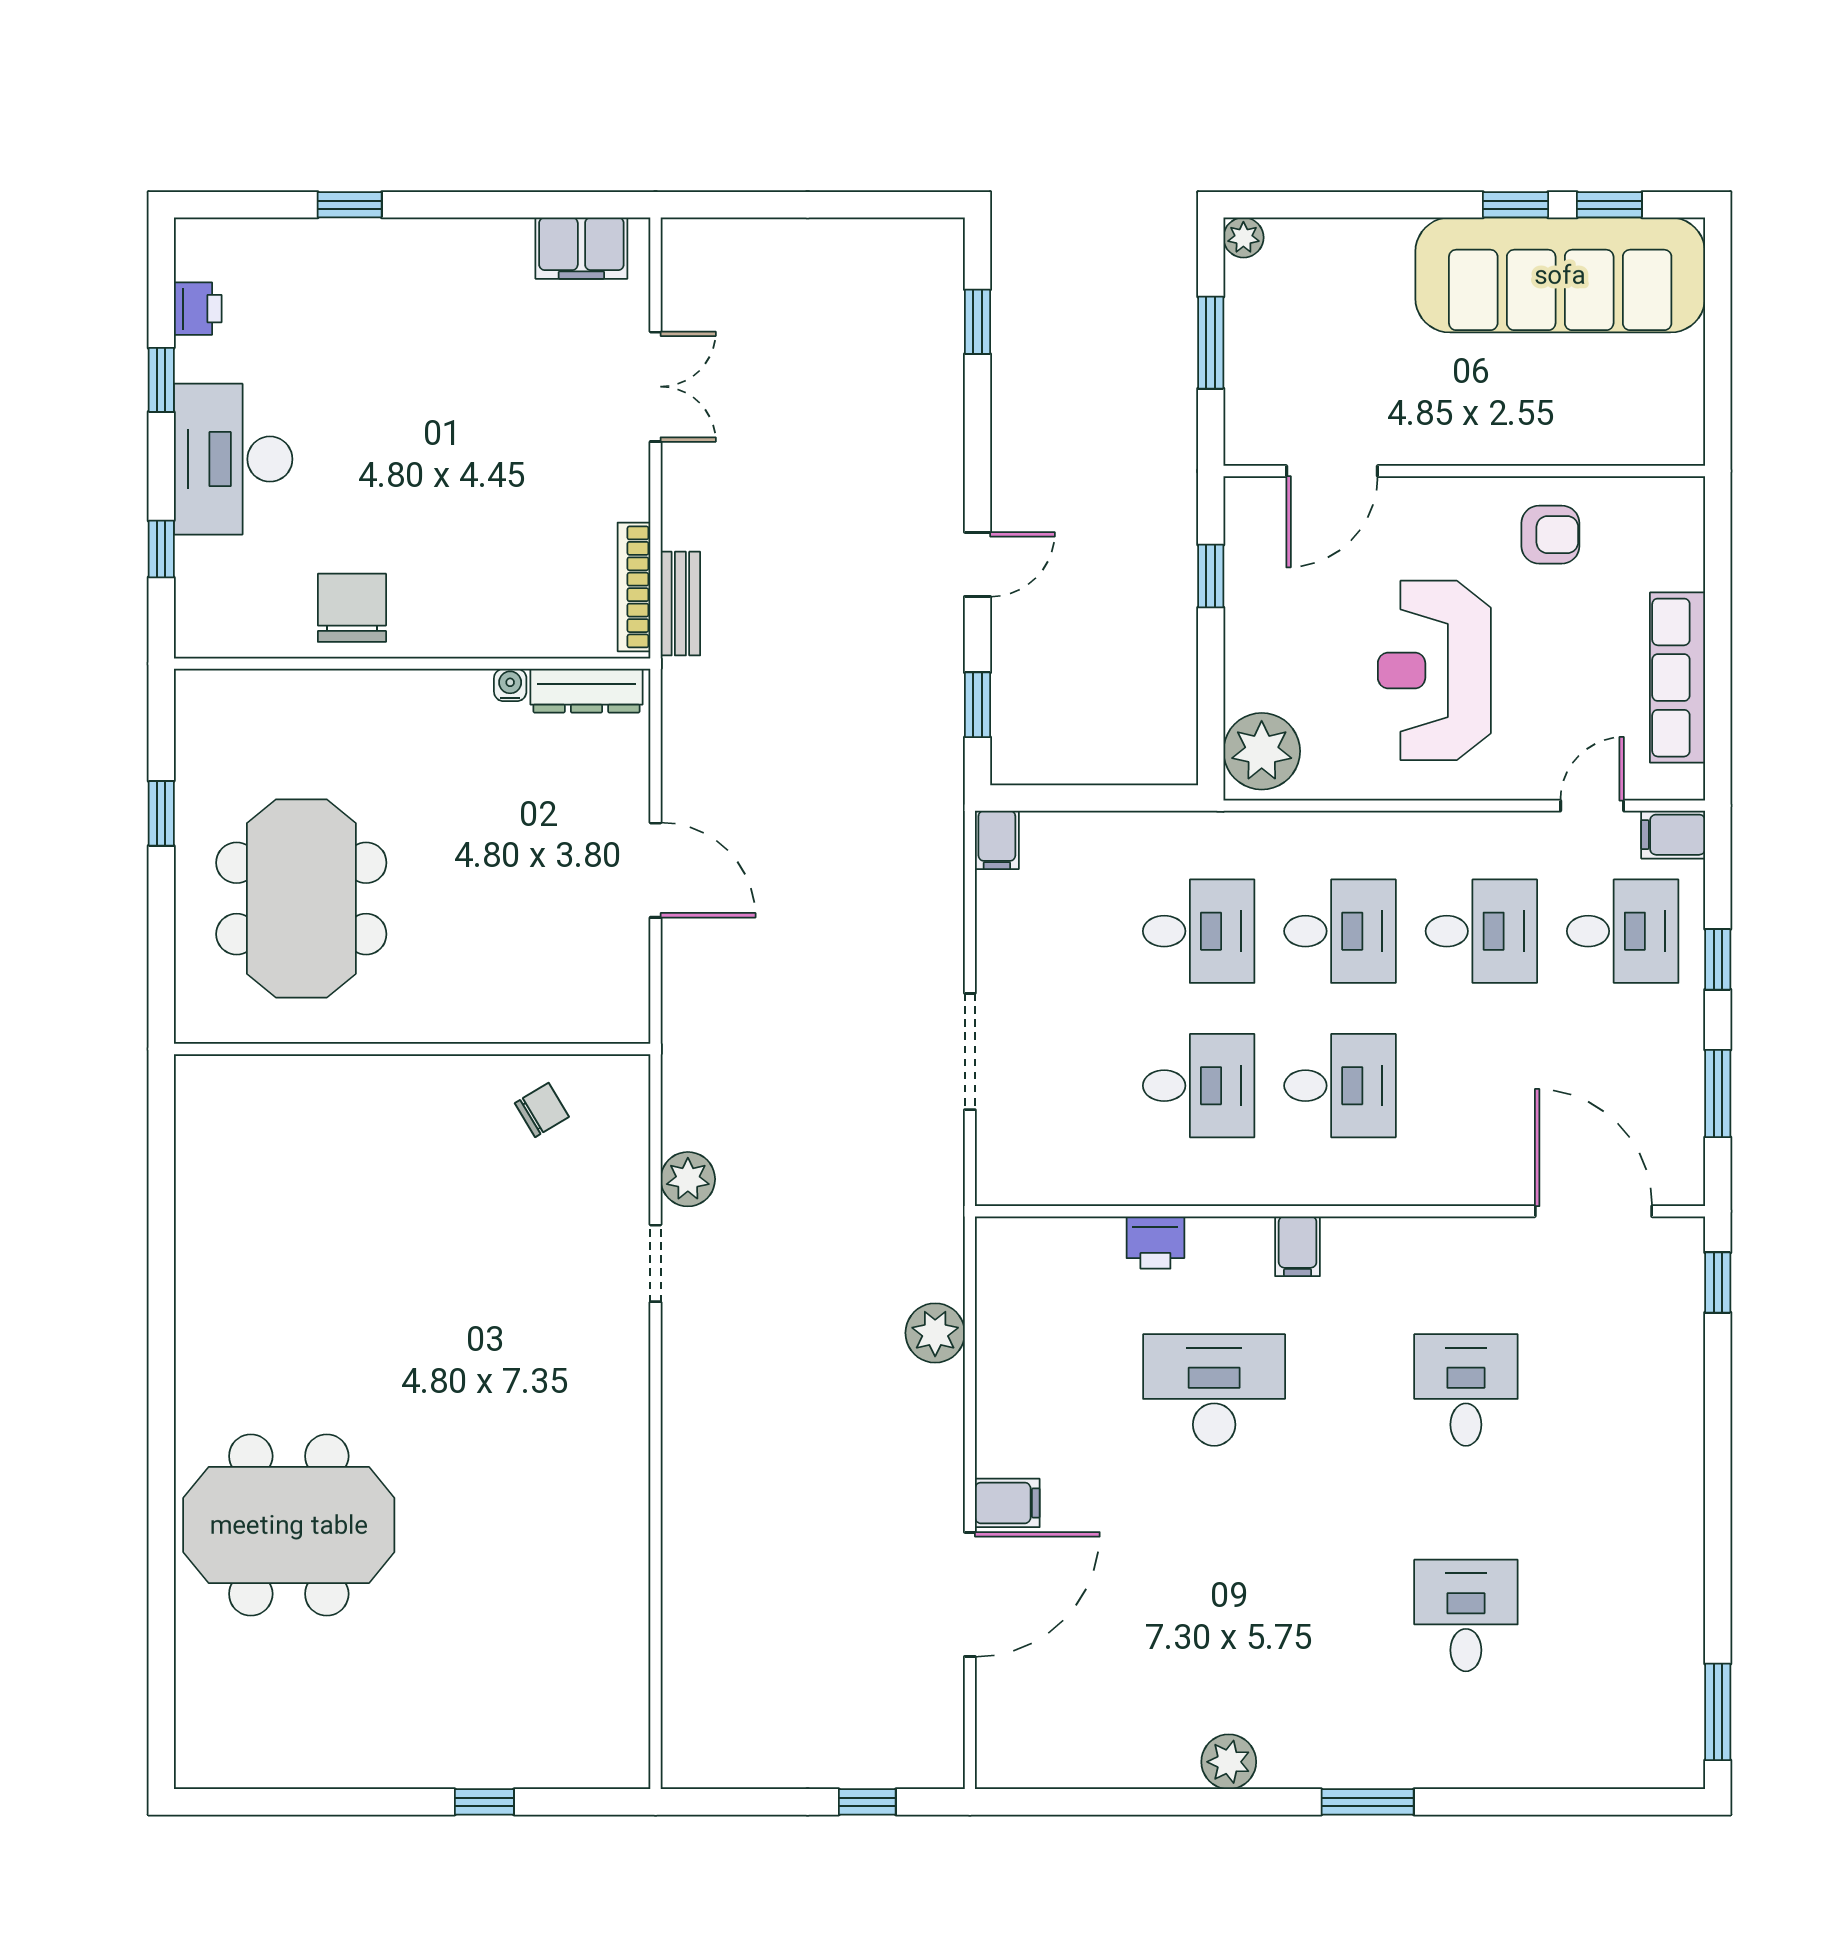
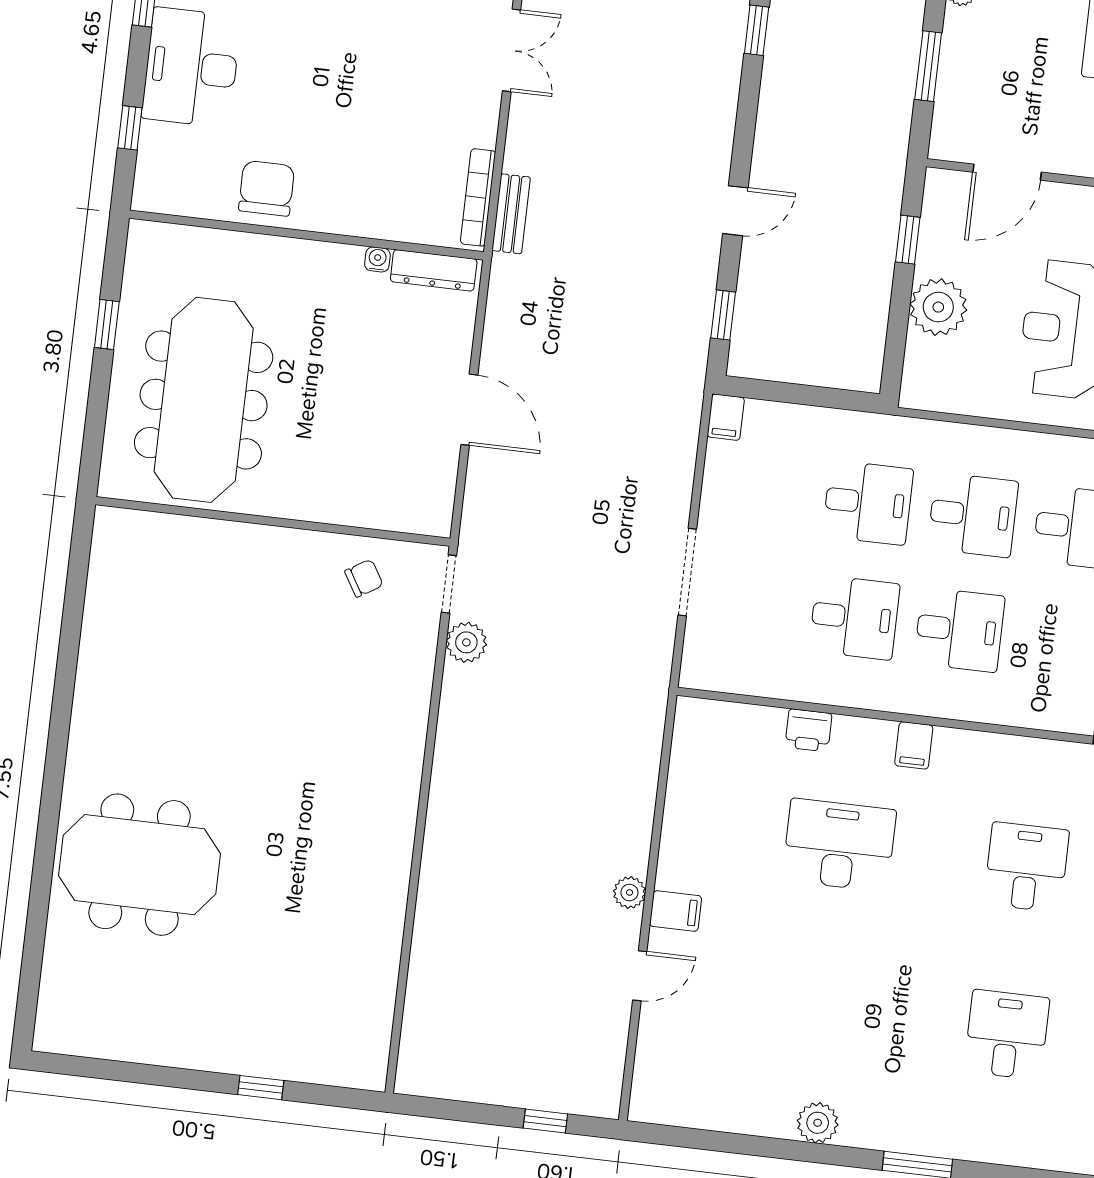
plant: (1262, 751) -> (938, 307), moved
meeting table: (301, 898) -> (204, 400), width x1.36
doorway: (656, 1263) -> (449, 584), moved
plant: (935, 1333) -> (629, 893), moved, width x0.73, depth x0.73
door: (970, 1594) -> (640, 976), width x0.53

